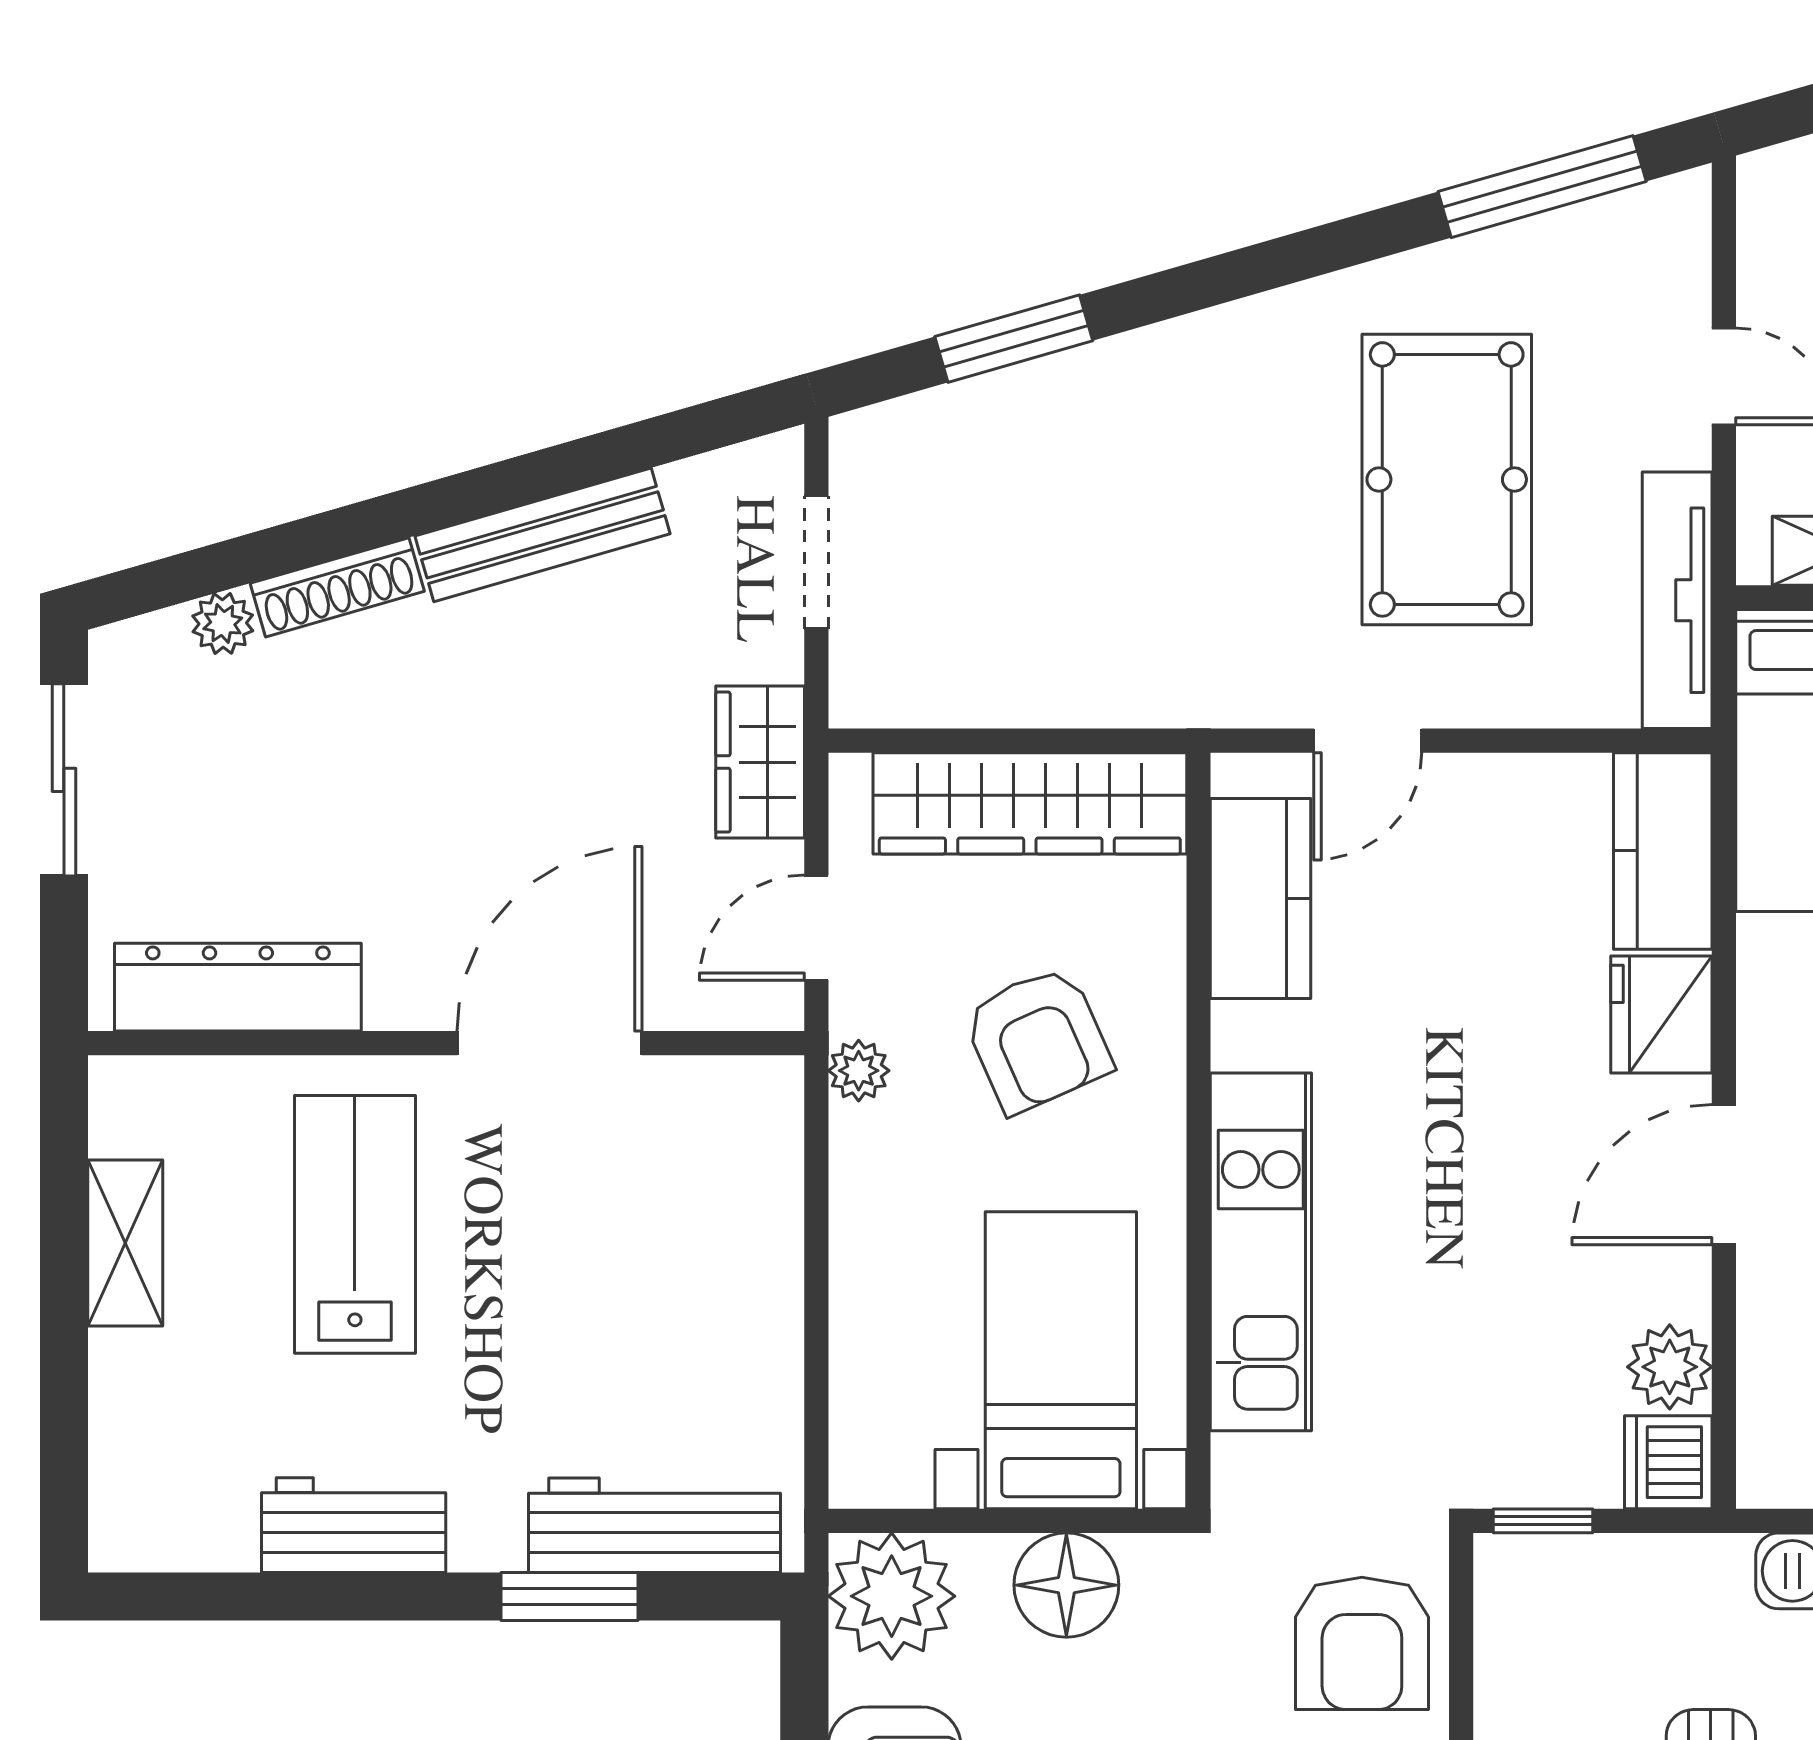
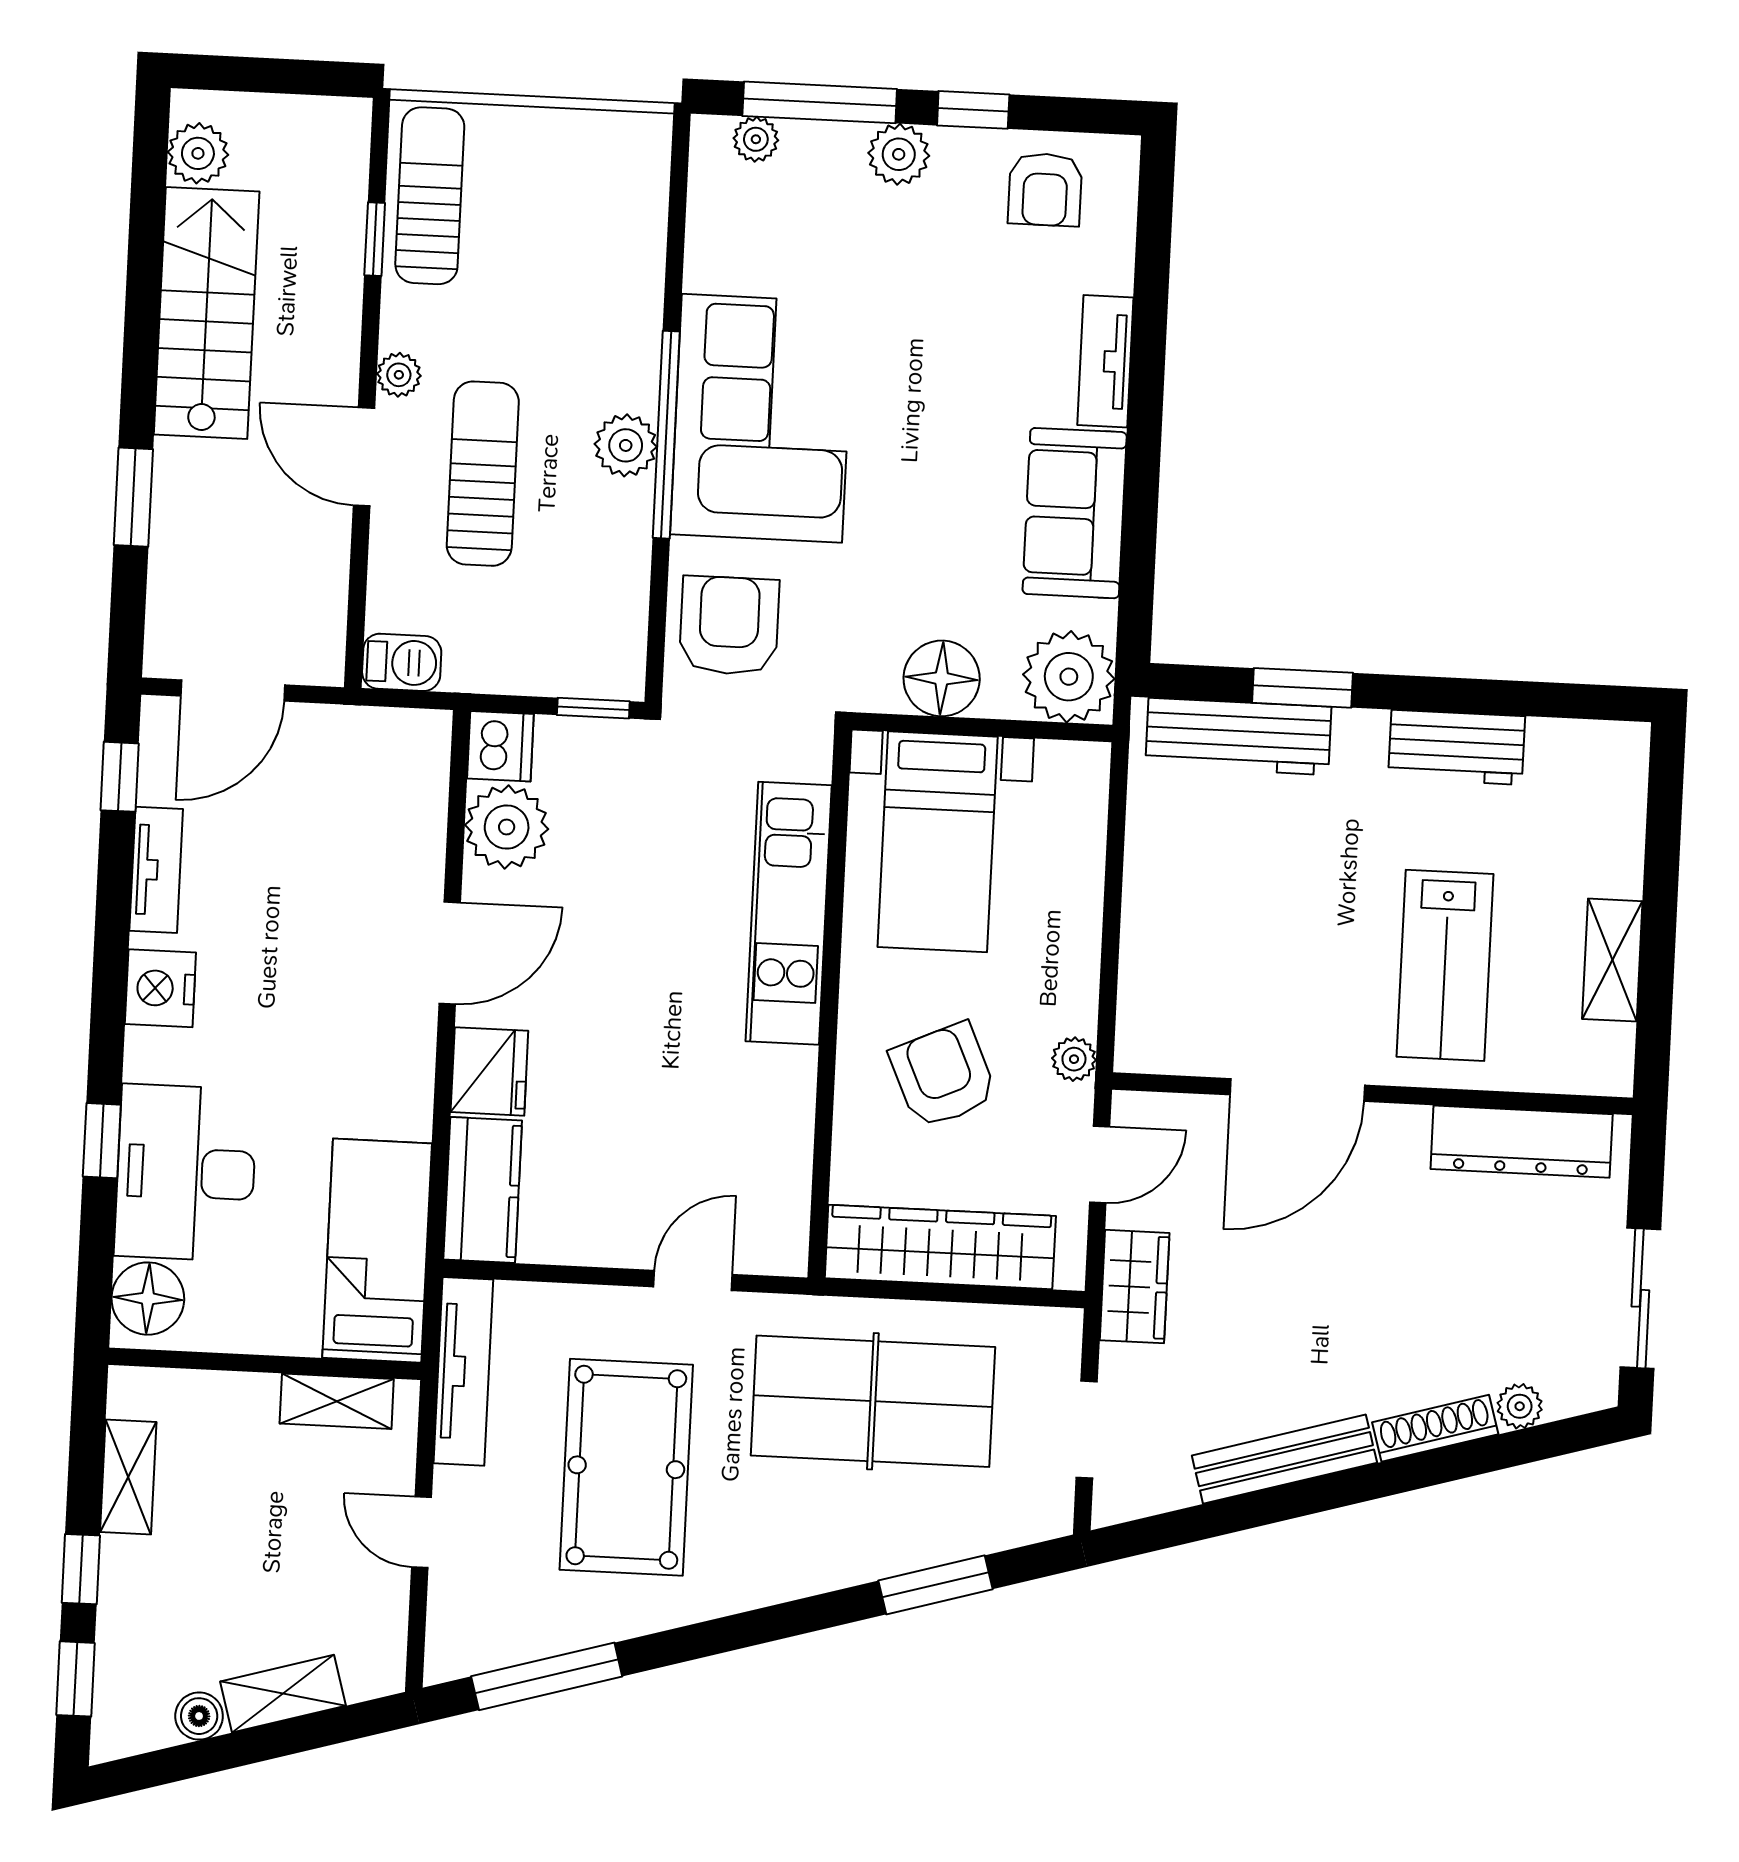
table tennis table: (1112, 587) -> (873, 1401), added
kitchen counter: (1260, 899) -> (776, 1170), removed
plant: (1670, 1367) -> (507, 827), width x1.36, depth x1.36

